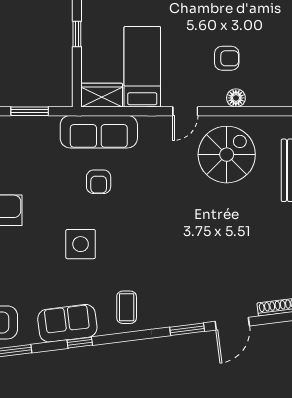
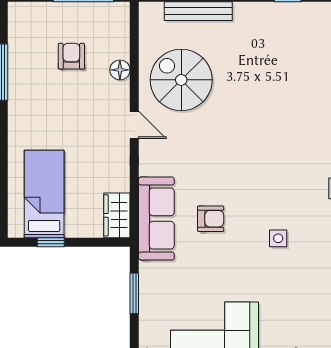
armchair: (227, 58) -> (71, 56), moved
bed: (142, 67) -> (44, 194), moved, turned 90
side table: (81, 244) -> (278, 238), width x0.54, depth x0.54

